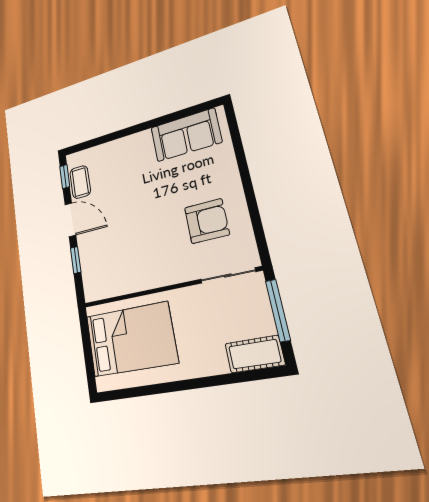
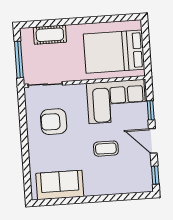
coffee table: (80, 182) -> (106, 149), moved, turned 90
corner sofa: (121, 265) -> (116, 102), added
cot: (255, 354) -> (50, 35), moved

